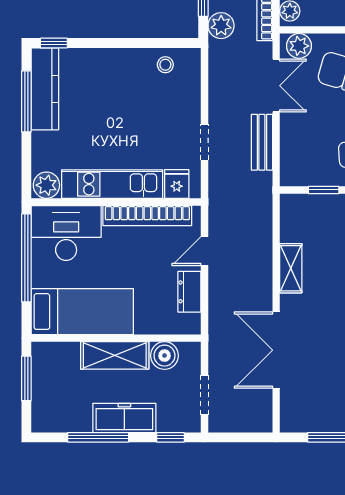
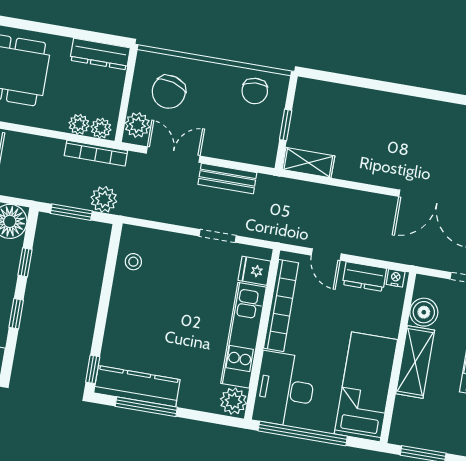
shelving: (291, 268) -> (308, 163), moved
nightstand: (193, 322) -> (396, 278), added

